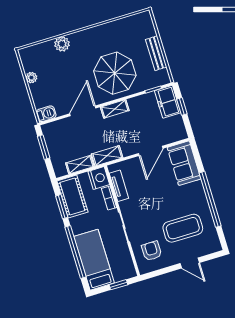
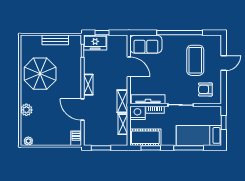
parasol: (115, 73) -> (40, 74), moved
plant: (31, 78) -> (28, 141), moved
tv unit: (119, 186) -> (148, 99), width x1.41
window: (76, 252) -> (189, 148), width x0.68

